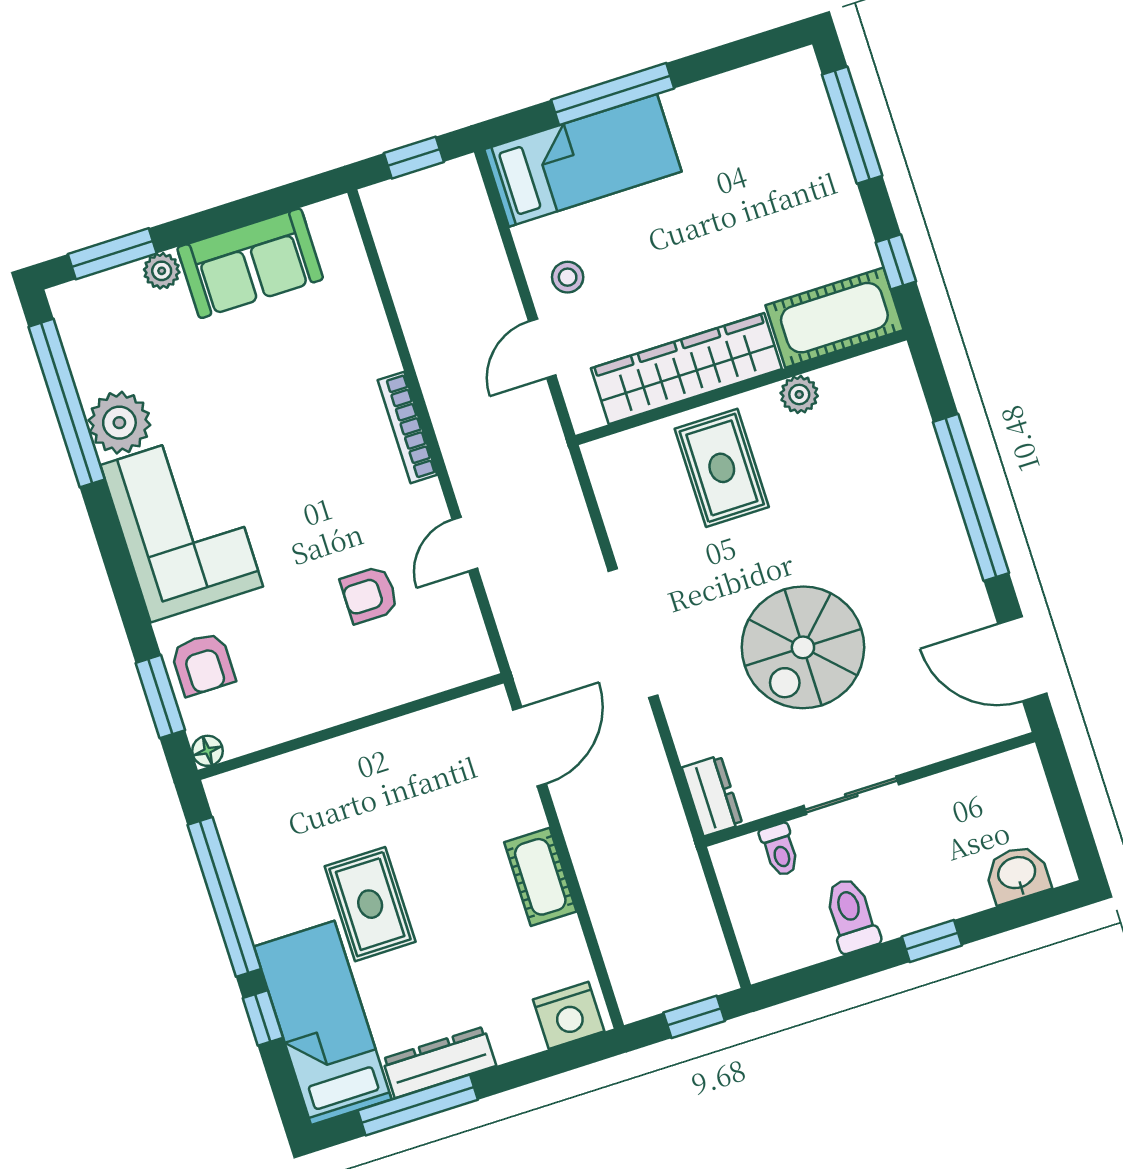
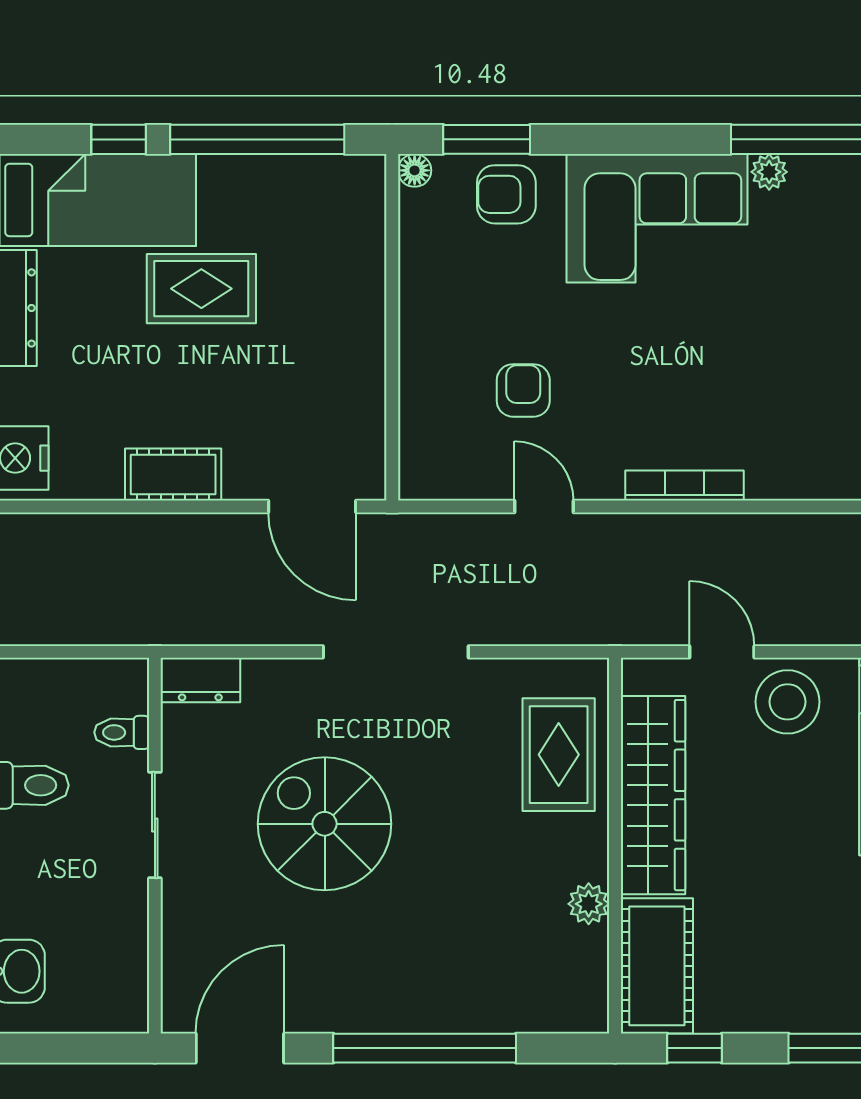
stool: (568, 277) -> (788, 702), width x1.89, depth x1.89
plant: (119, 423) -> (769, 172), width x0.53, depth x0.53
rug: (722, 468) -> (559, 755), moved, turned 90

